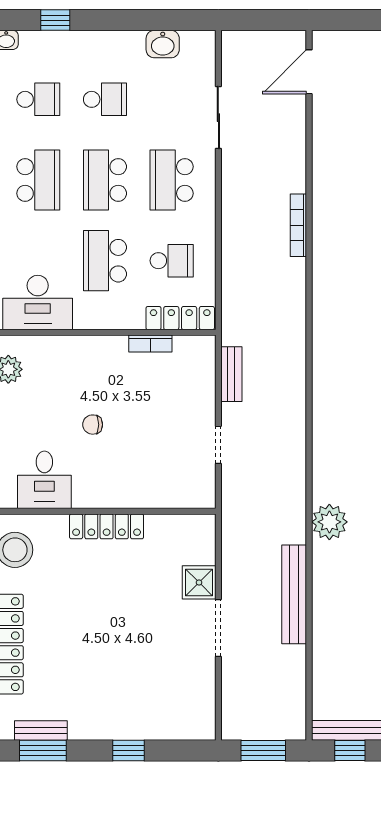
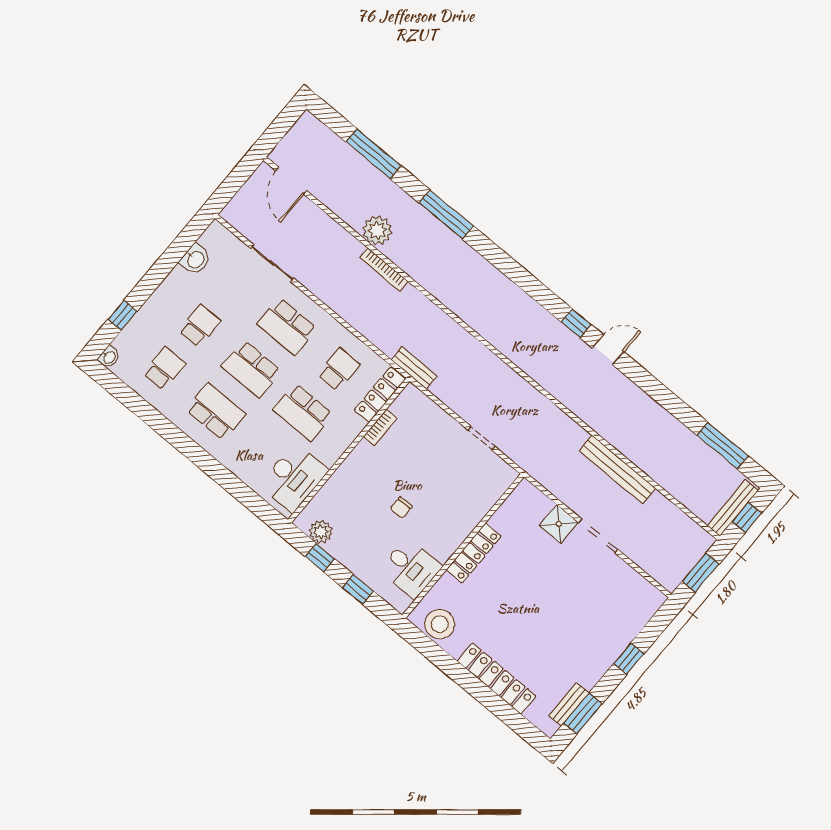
bench: (231, 374) -> (414, 368), moved
plant: (329, 522) -> (377, 230), moved

